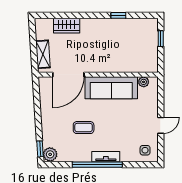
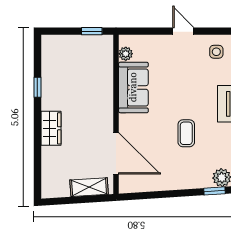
wardrobe: (67, 26) -> (51, 128), moved
window: (161, 39) -> (92, 31), moved
sofa: (111, 88) -> (133, 87), width x0.73

